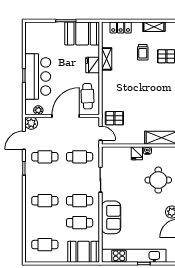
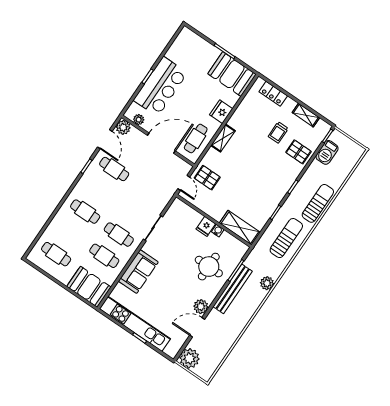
shelving: (107, 59) -> (223, 138), moved
door: (24, 140) -> (105, 139), swing flipped
cafe table: (80, 157) -> (148, 192), removed

